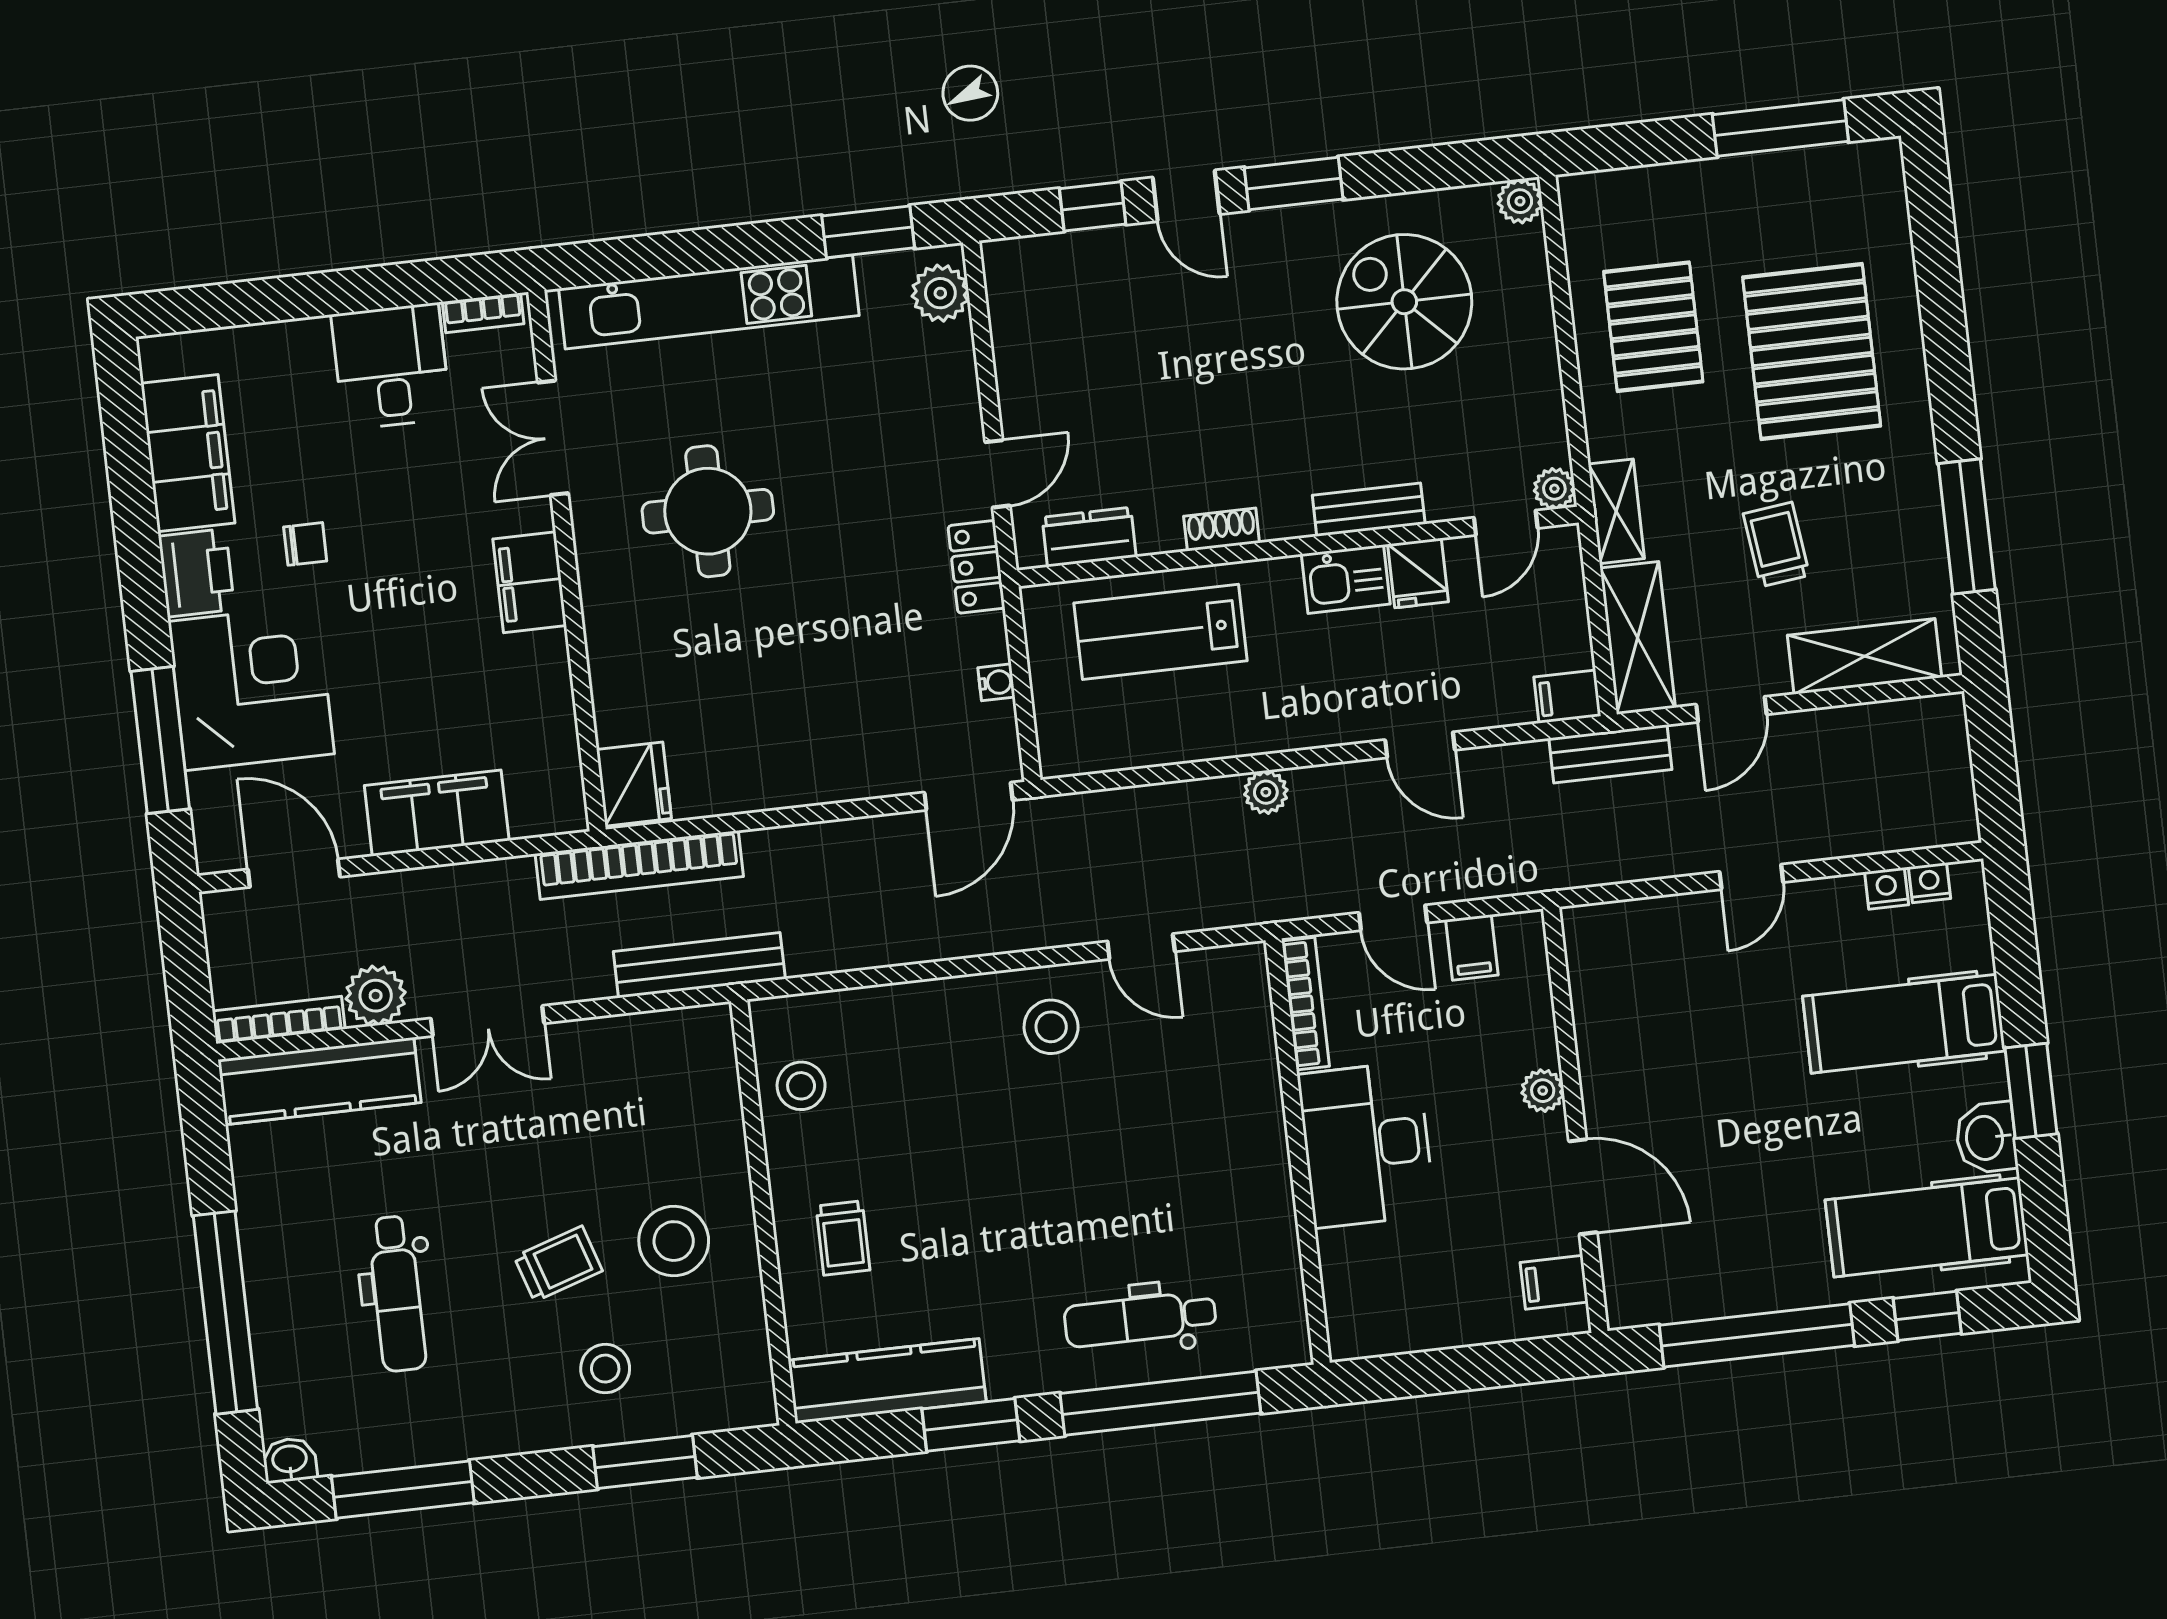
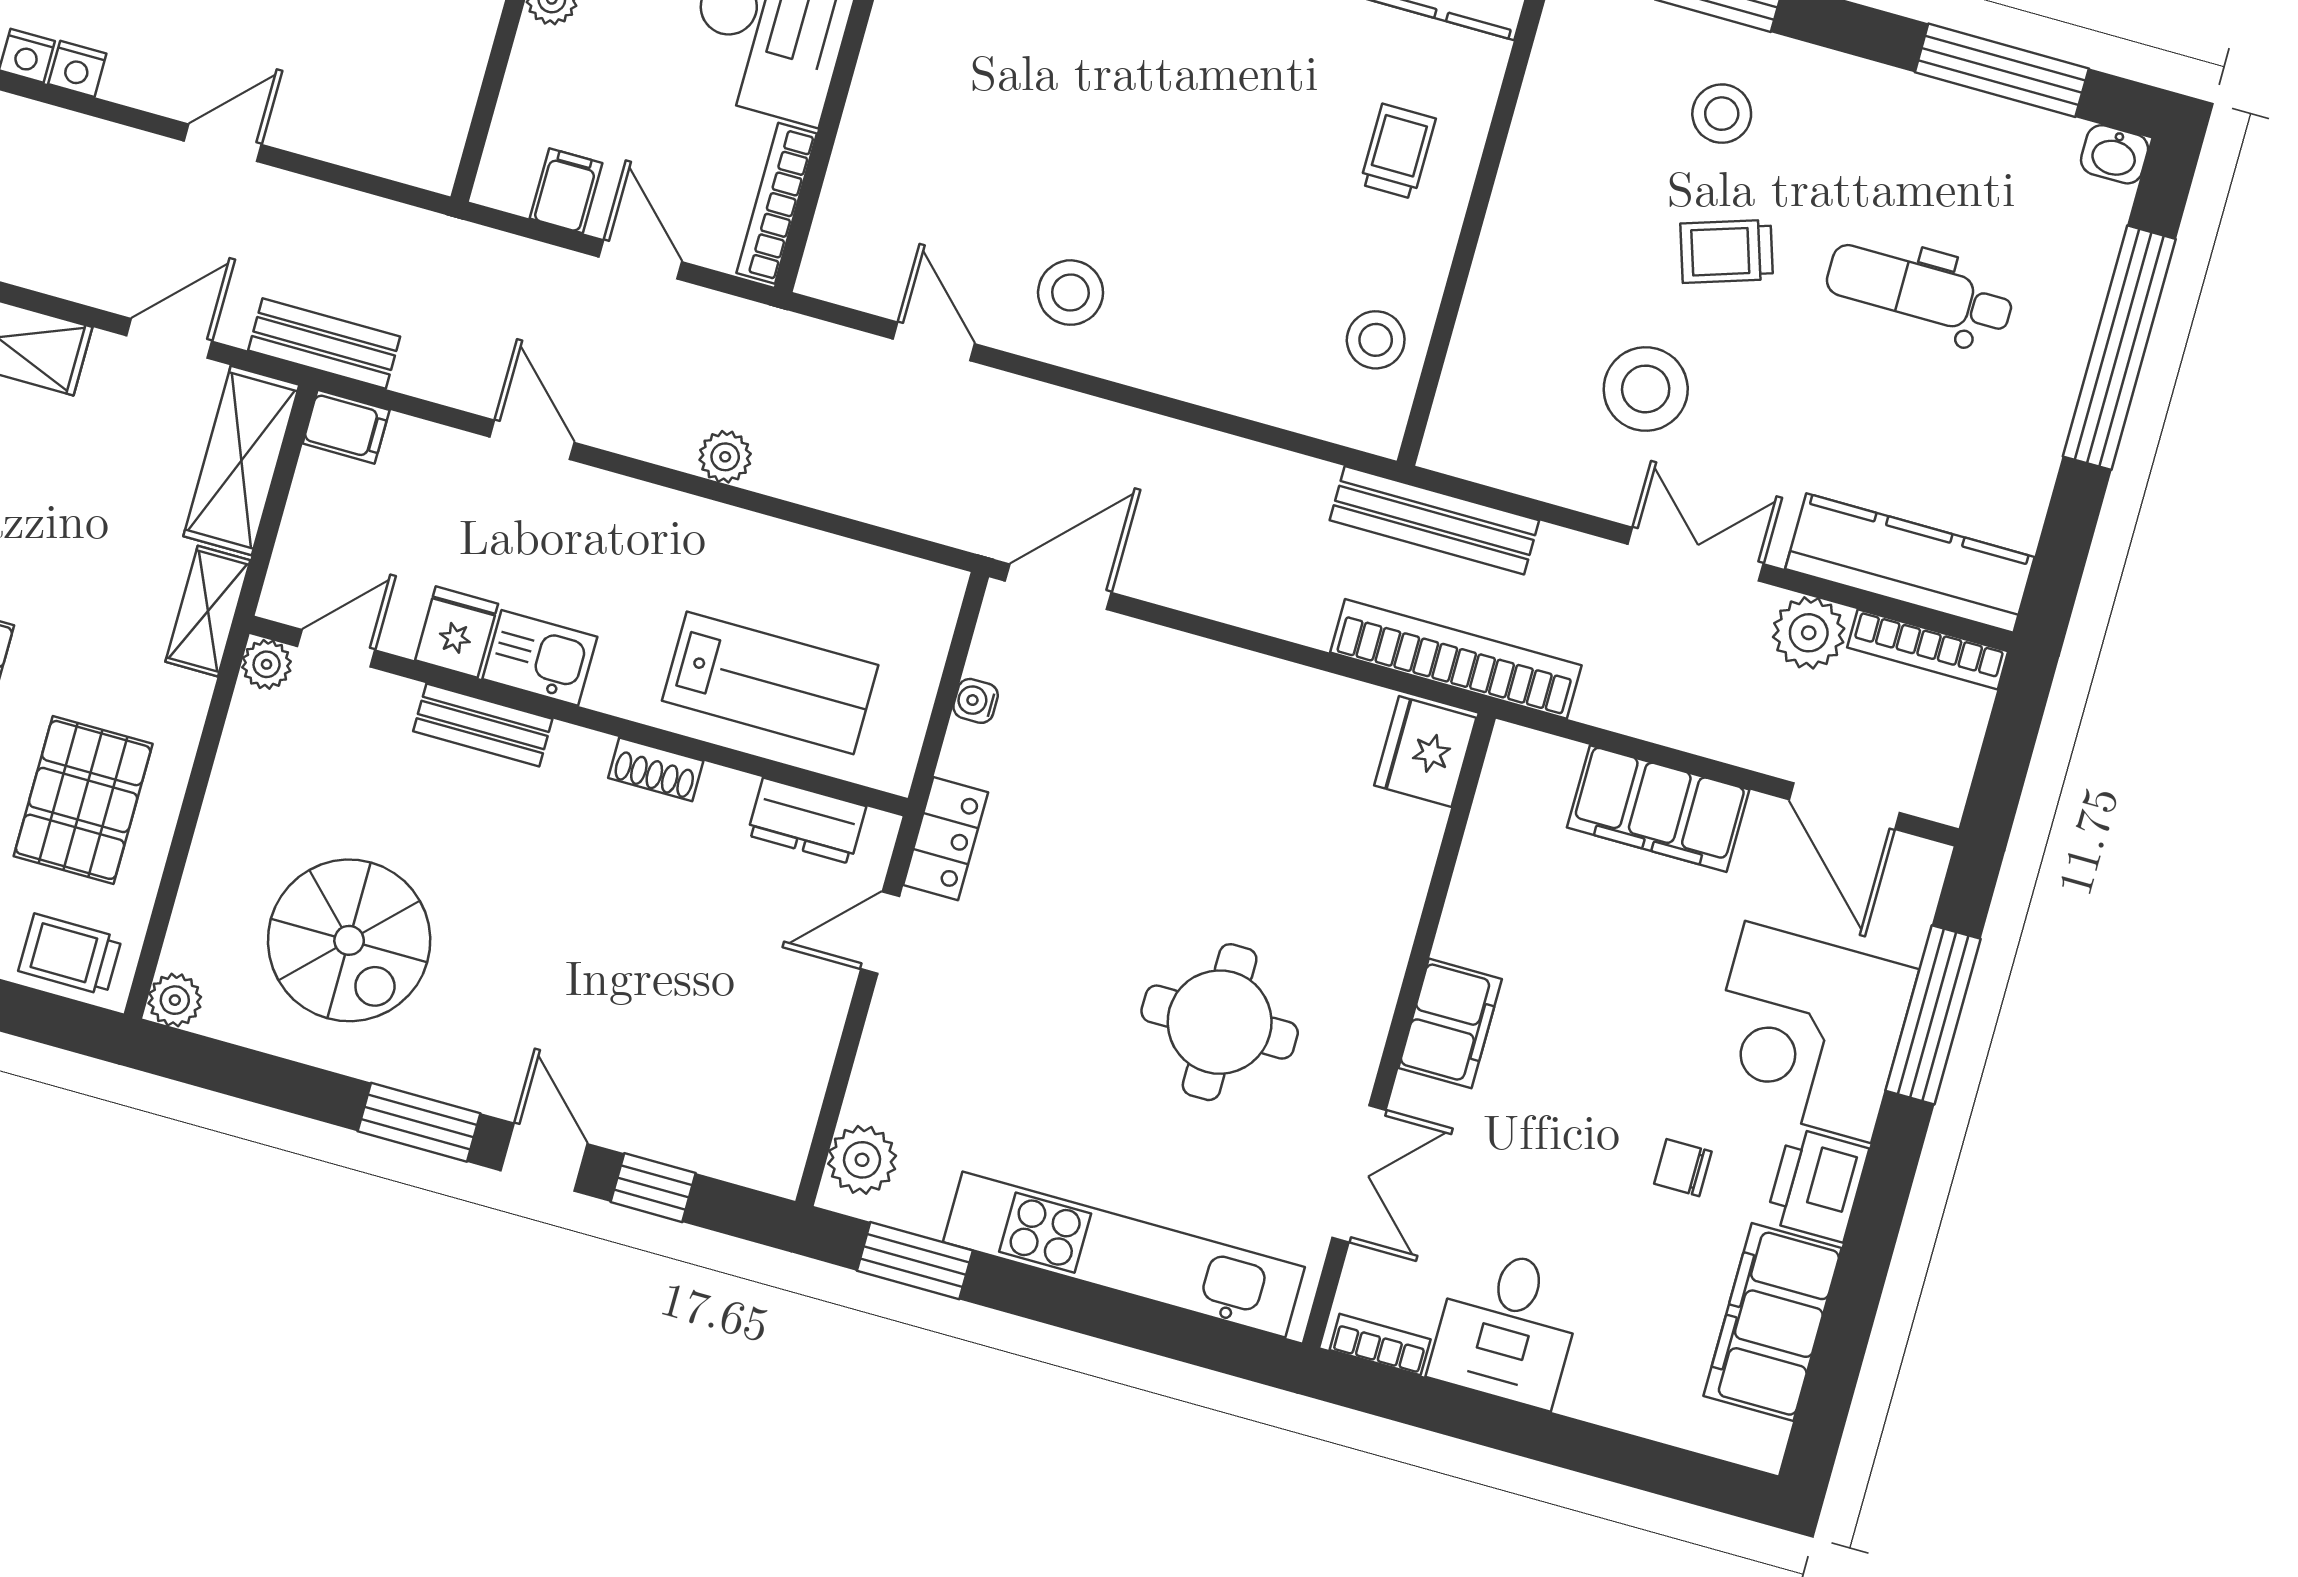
trolley: (1776, 544) -> (70, 954), moved, turned 97
stool: (674, 1241) -> (1646, 389), moved
dental chair: (397, 1294) -> (1920, 291), turned -90

